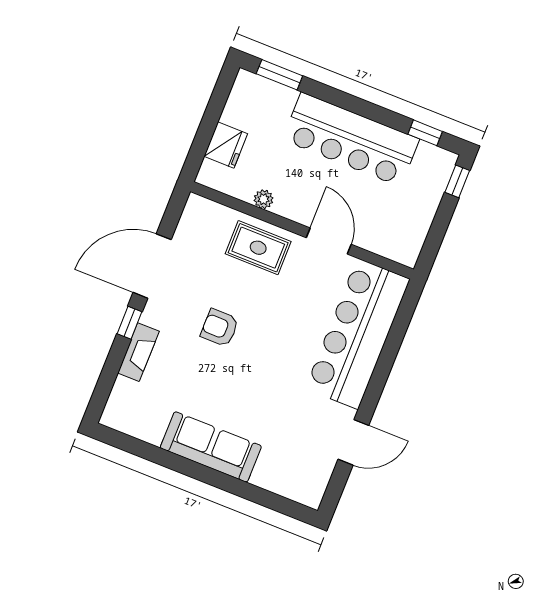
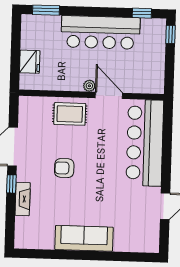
plant: (263, 199) -> (89, 86), moved

